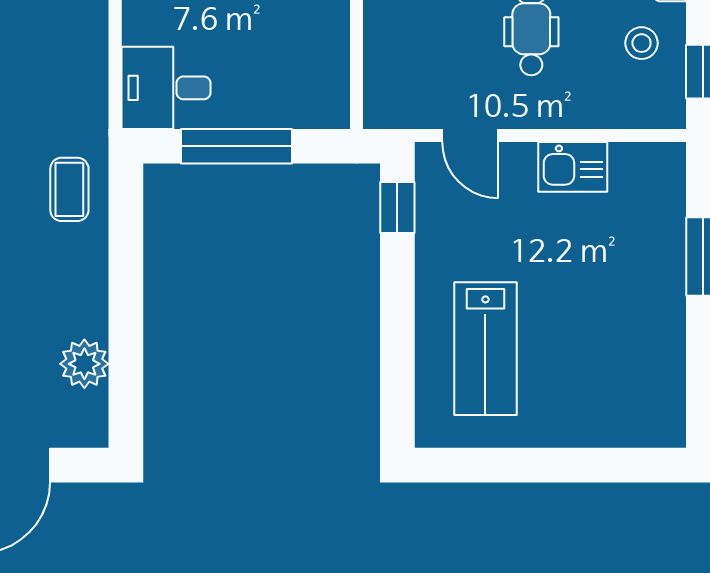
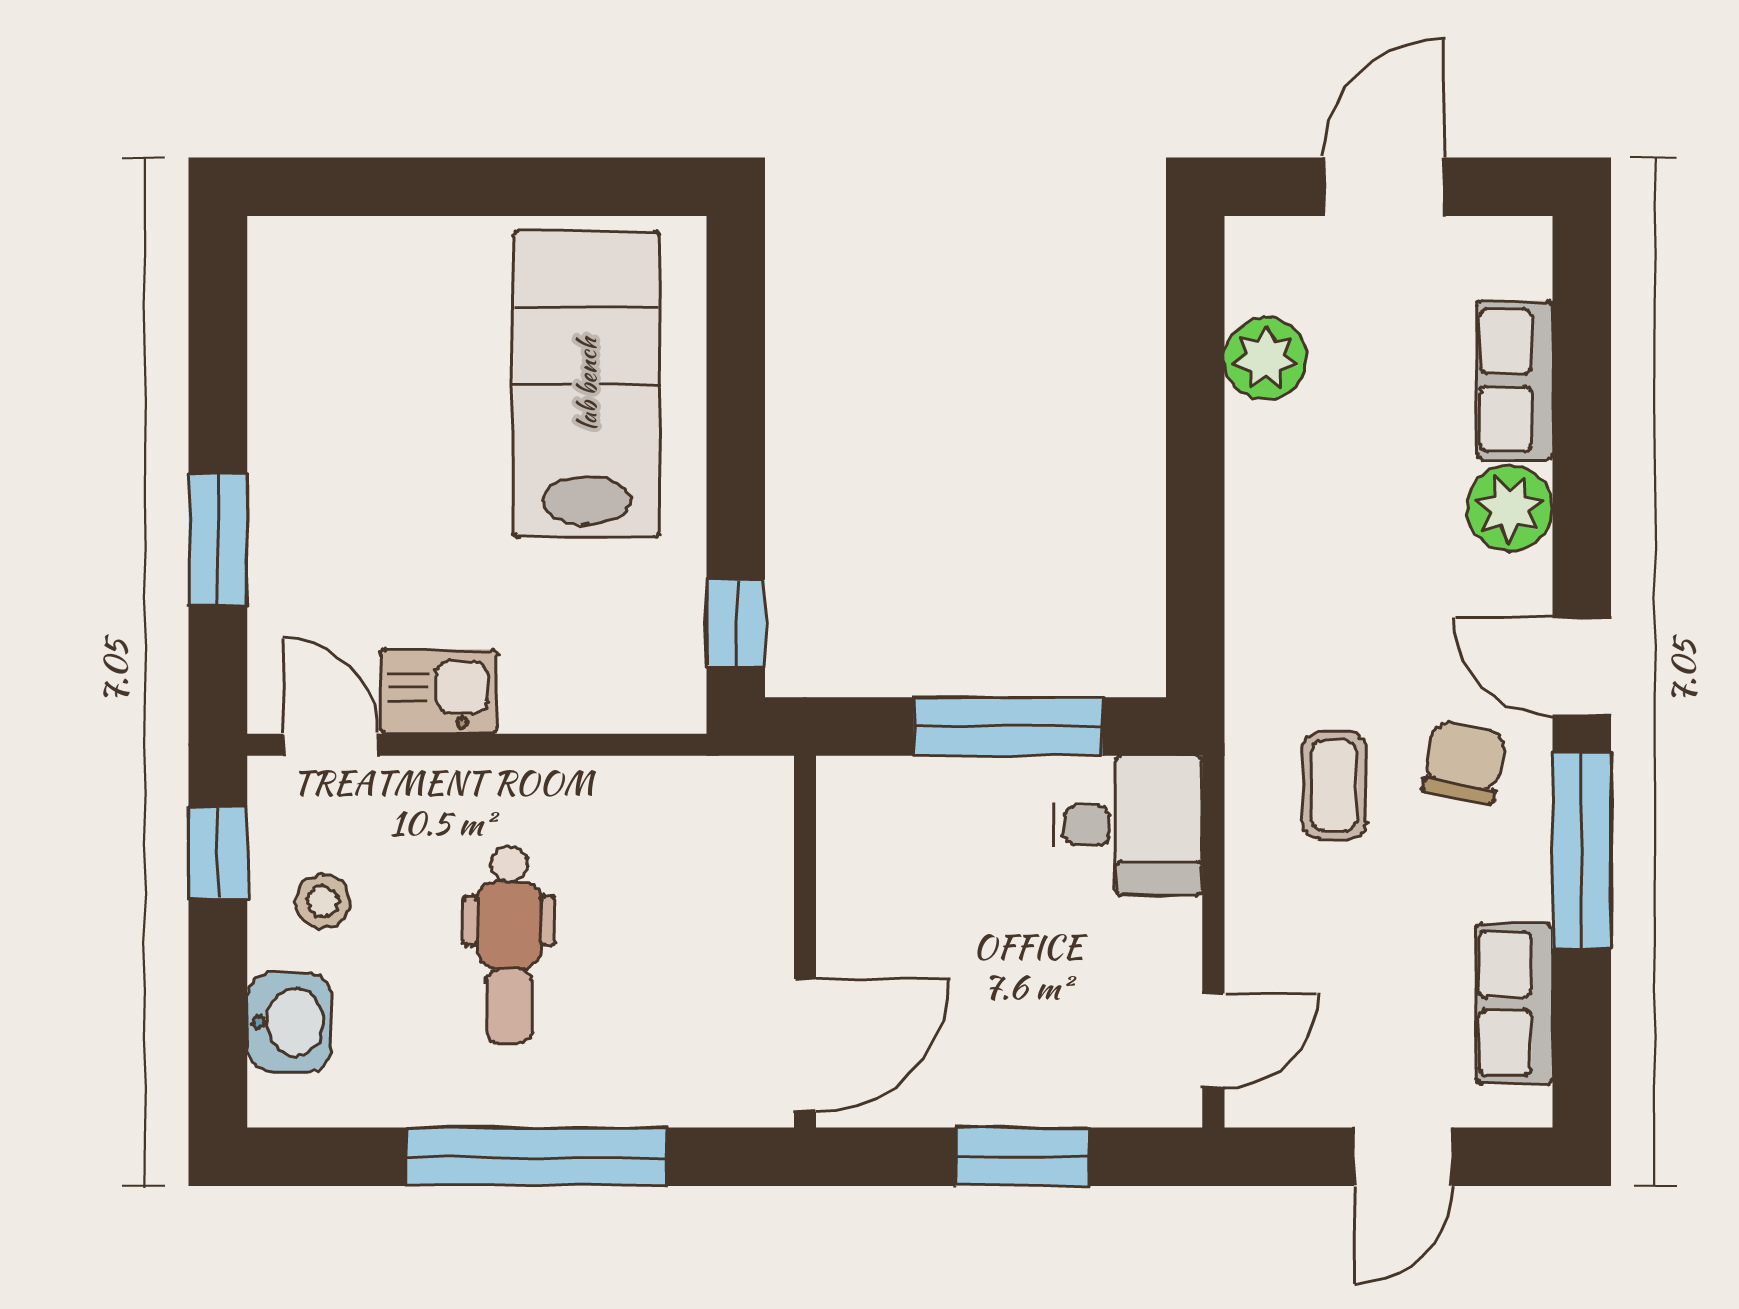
door: (470, 135) -> (331, 745), moved
coffee table: (69, 189) -> (1334, 785), moved
lab bench: (485, 349) -> (587, 384), width x1.36, depth x1.39

